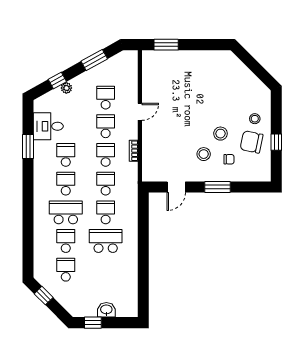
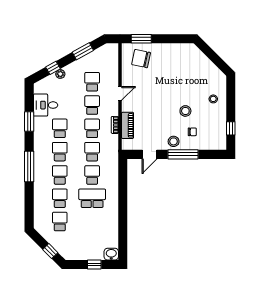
chair: (252, 142) -> (141, 59), moved
window: (276, 142) -> (231, 128), moved
piano: (149, 151) -> (128, 125), added
stool: (204, 154) -> (174, 141), moved
window: (218, 187) -> (183, 154), width x1.44
window: (28, 202) -> (29, 167), added
school desk: (66, 212) -> (60, 175), width x0.54
window: (44, 296) -> (50, 251), moved
washbasin: (106, 310) -> (111, 254), moved
window: (93, 323) -> (94, 265), moved

